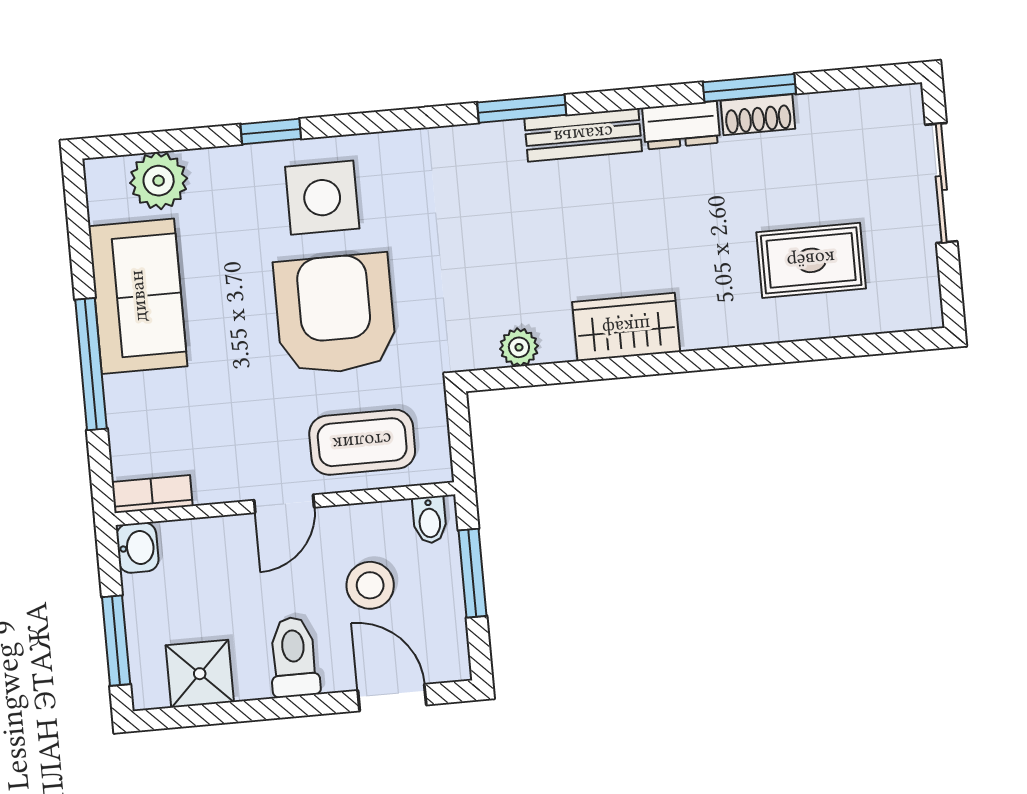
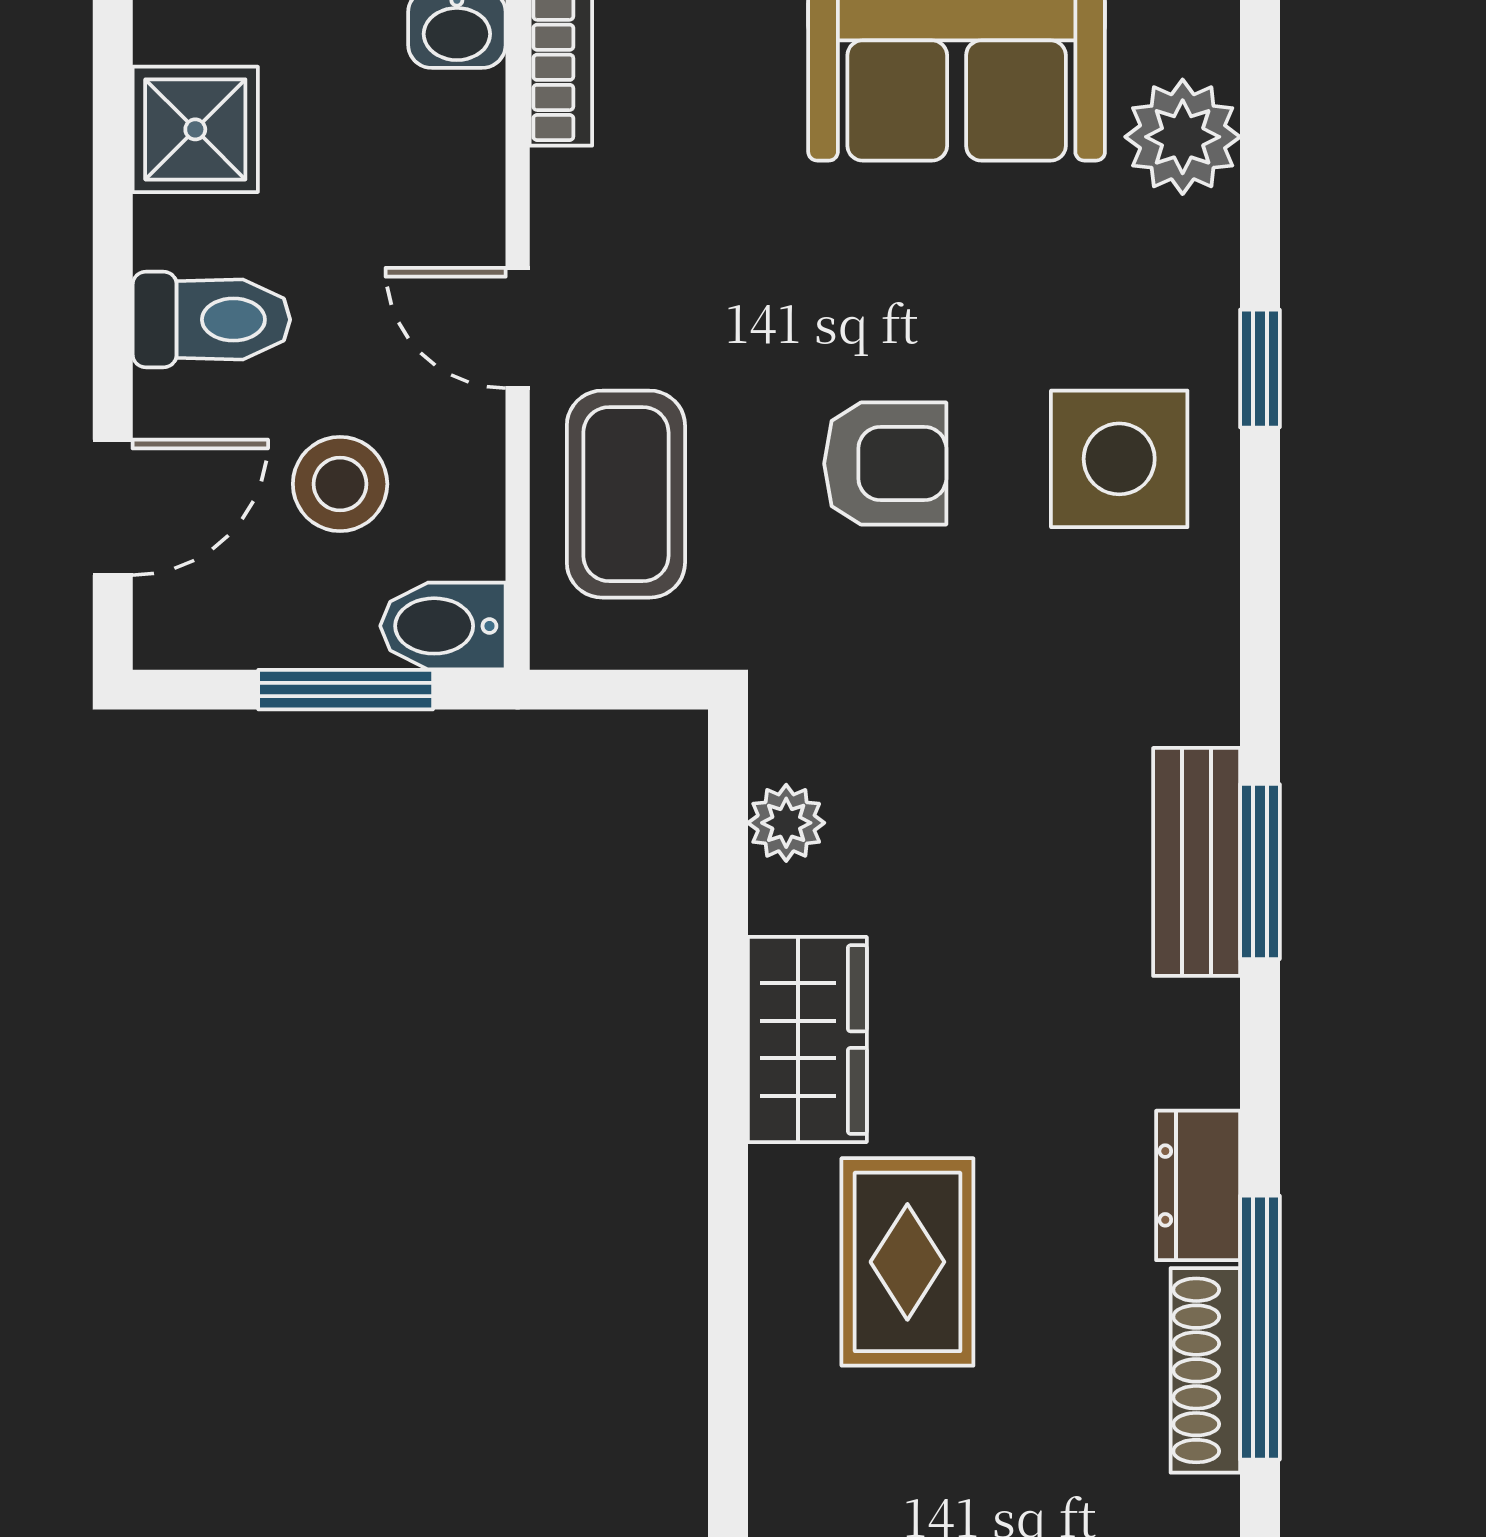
window: (749, 88) -> (1260, 1328), width x1.44
shoe rack: (758, 115) -> (1205, 1370), width x1.43
bench: (583, 135) -> (1197, 862), moved
rug: (811, 260) -> (907, 1262), moved
armchair: (335, 314) -> (885, 464), width x0.53, depth x0.53
bidet: (430, 520) -> (443, 626), width x1.38, depth x1.36

